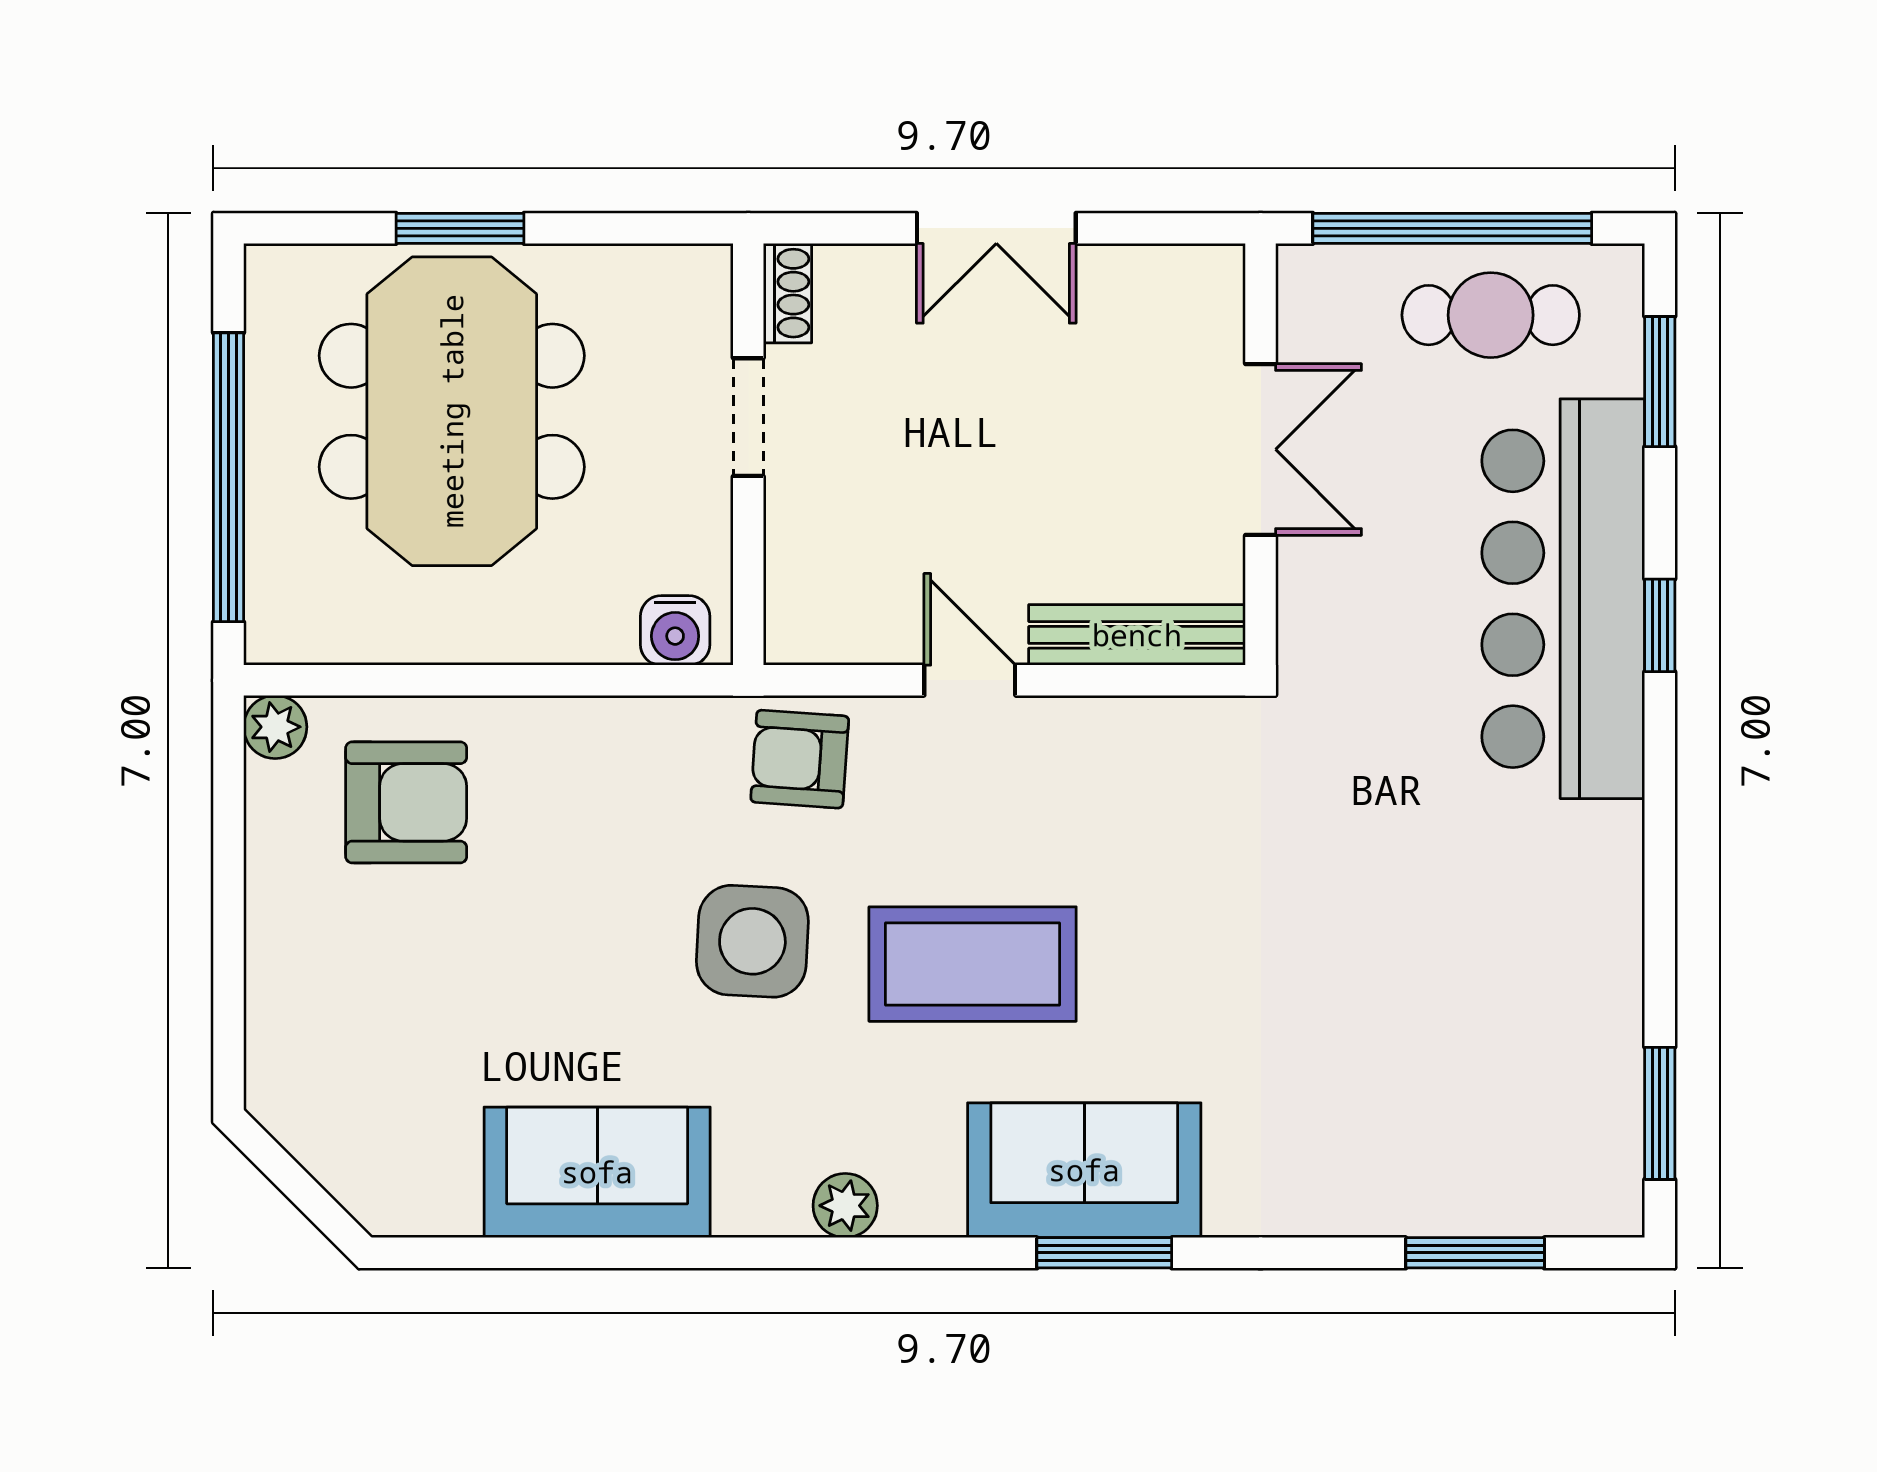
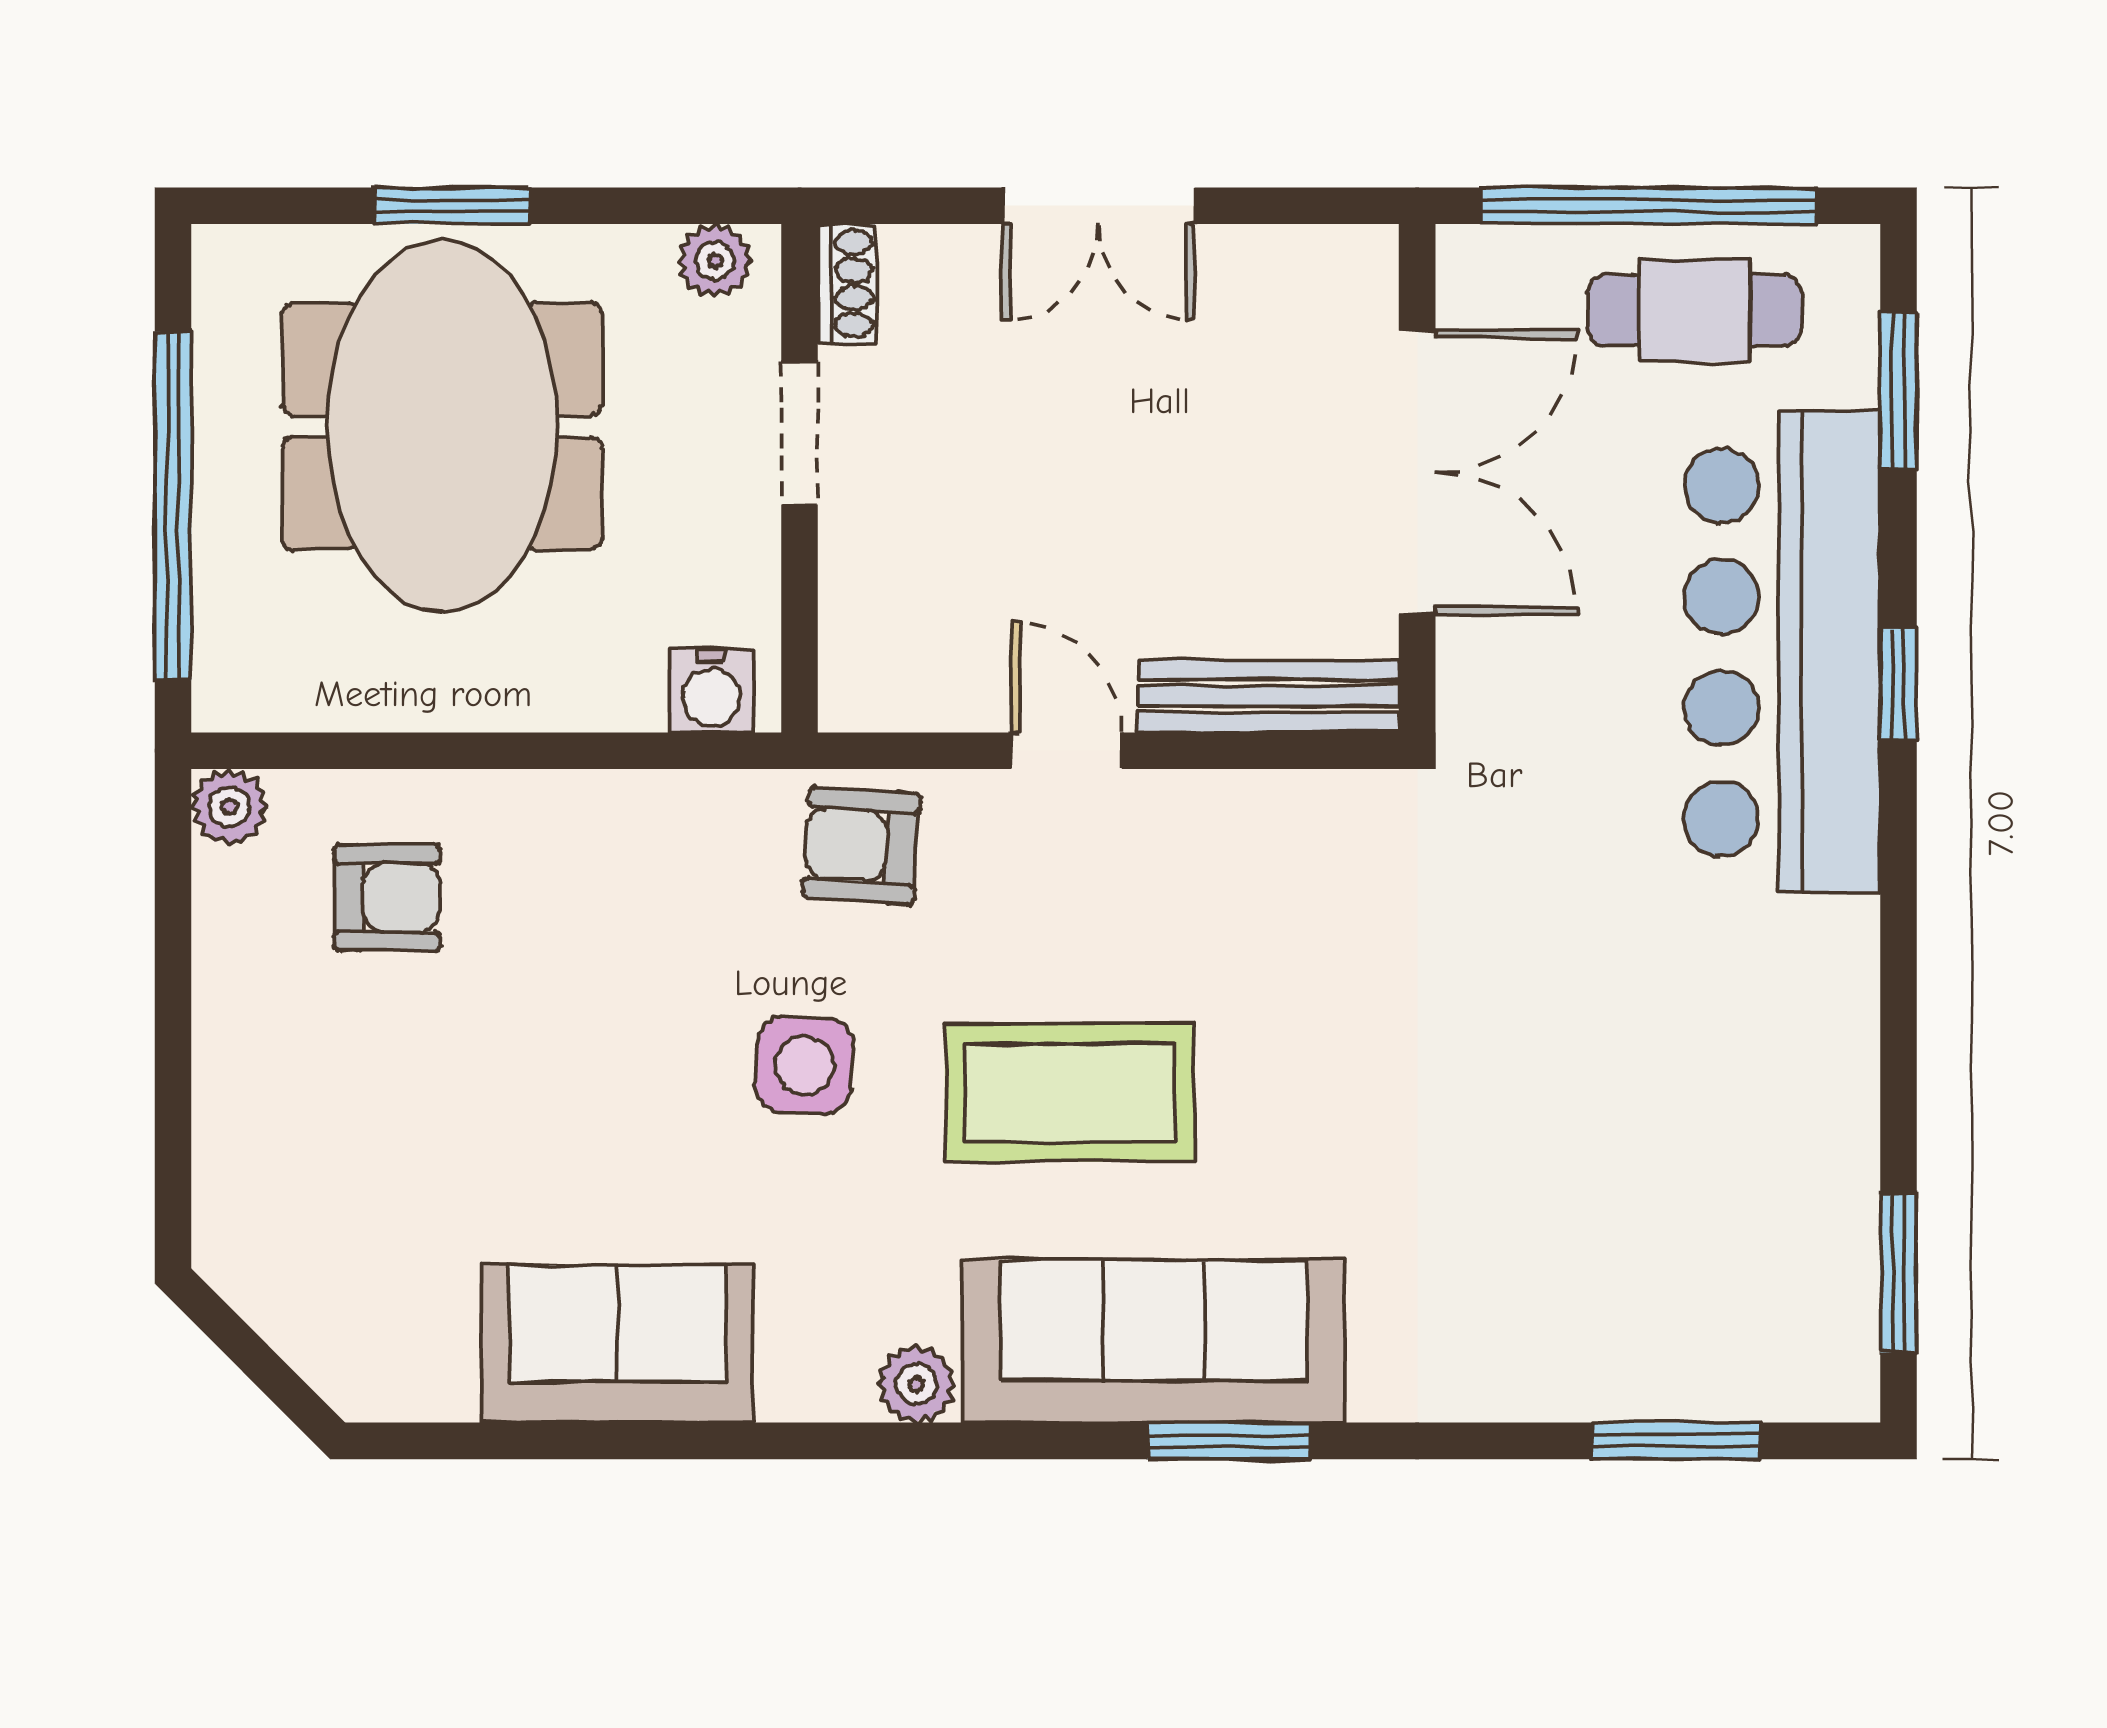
plant: (678, 274) -> (715, 261), added
double door: (1261, 449) -> (1417, 472), width x1.37
armchair: (406, 802) -> (387, 898), width x0.72, depth x0.72
side table: (752, 941) -> (804, 1065), width x0.73, depth x0.73
sofa: (1084, 1170) -> (1154, 1341), width x1.36

